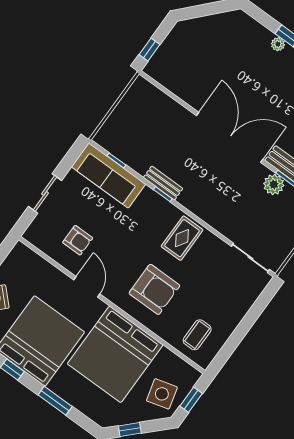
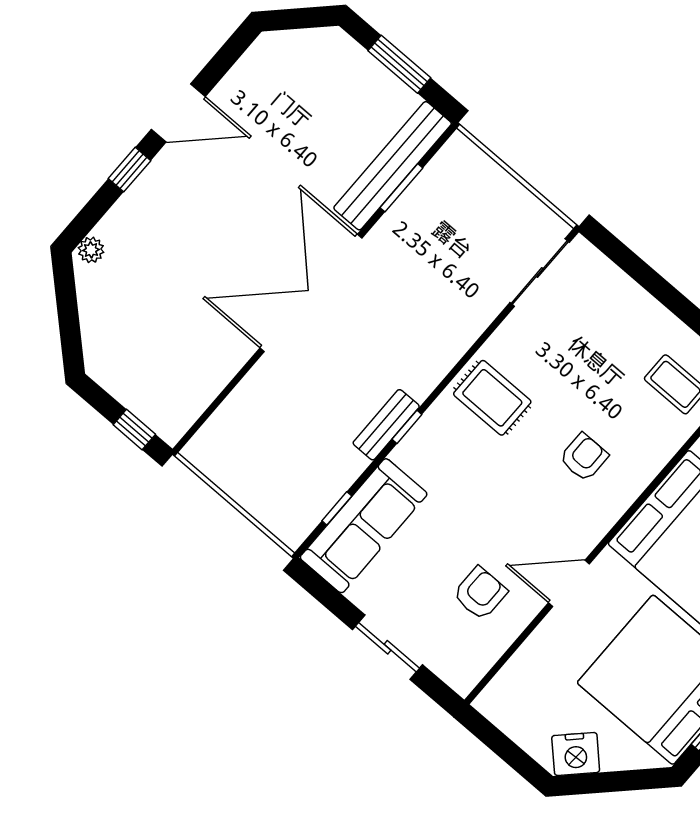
plant: (278, 44) -> (91, 250), moved
plant: (274, 185) -> (406, 218), removed
armchair: (154, 289) -> (584, 457), width x0.53, depth x0.53

